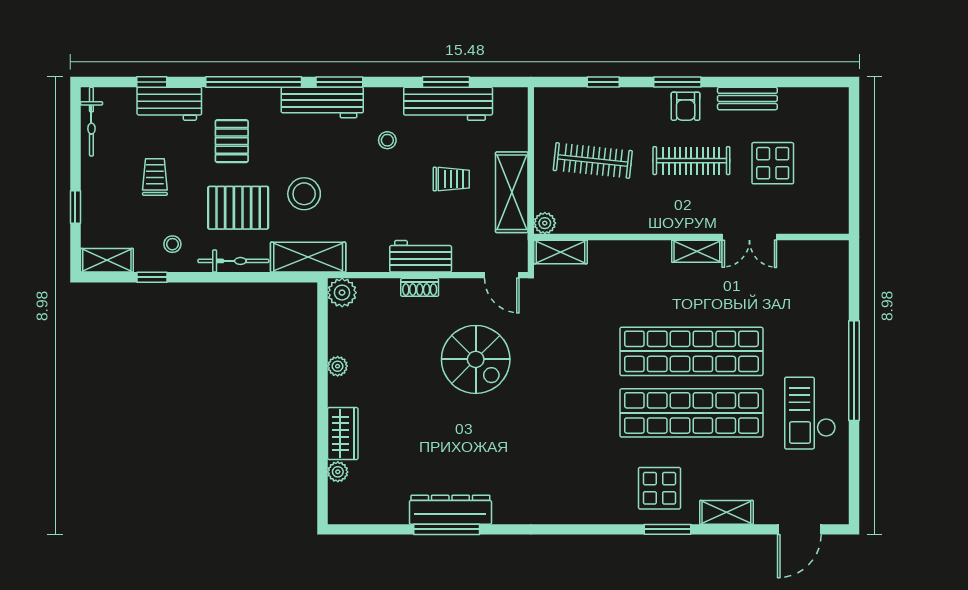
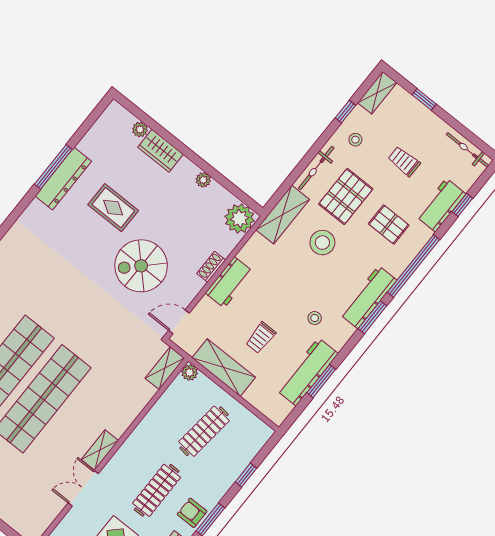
trolley: (155, 177) -> (404, 161), turned 180
plant: (342, 293) -> (240, 219), width x1.36, depth x1.36
rug: (439, 435) -> (113, 208), added

